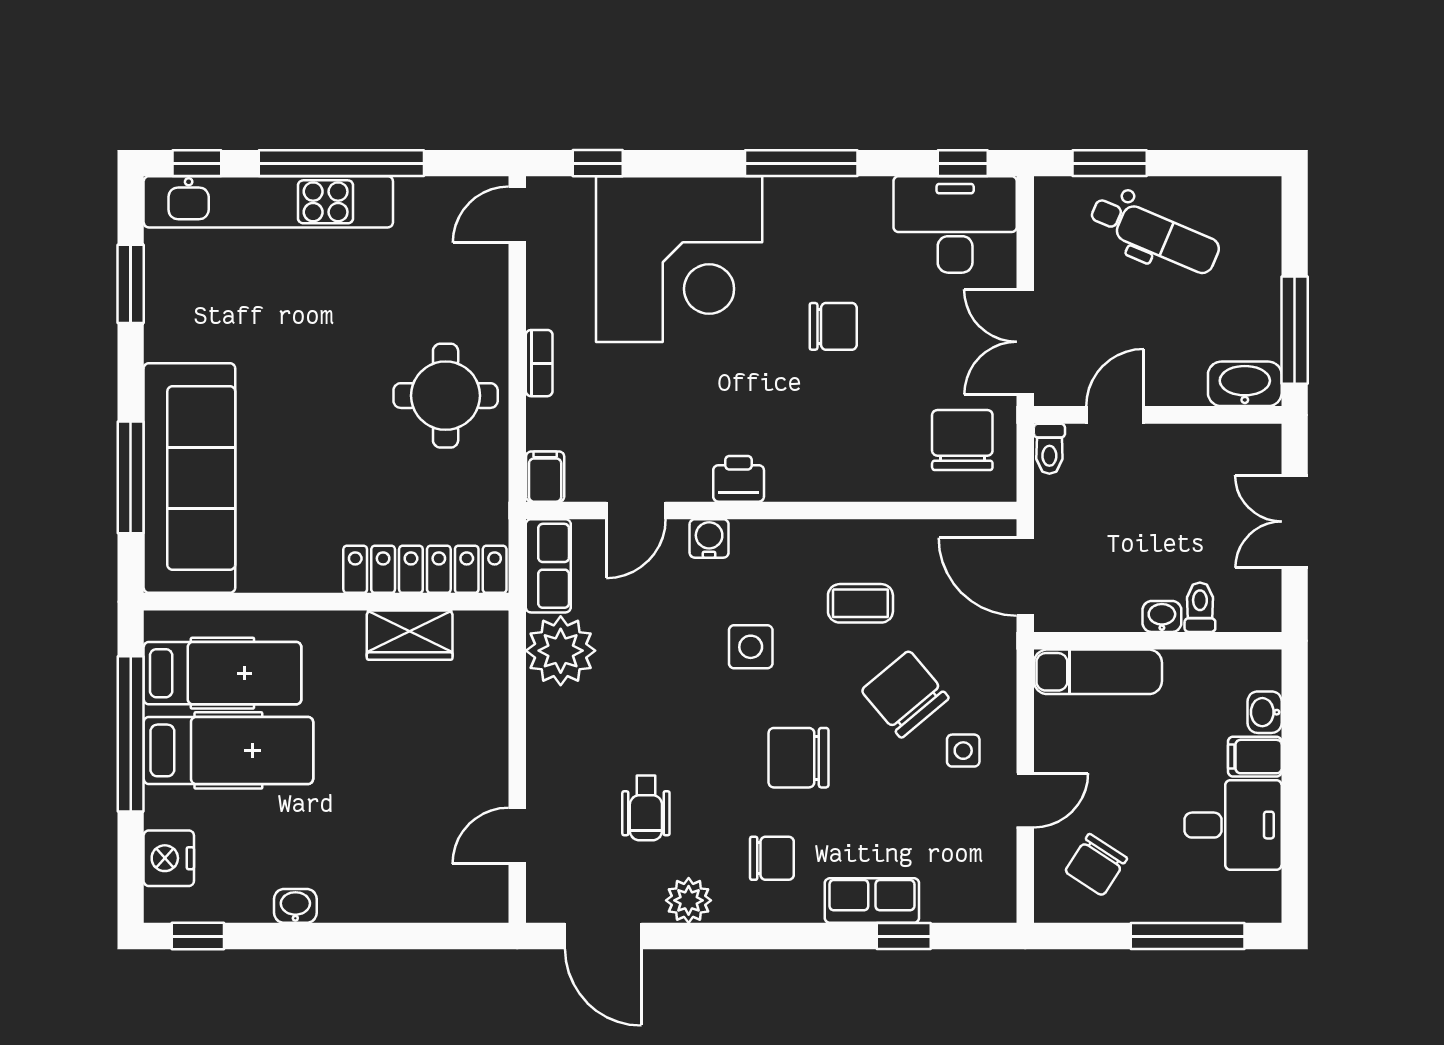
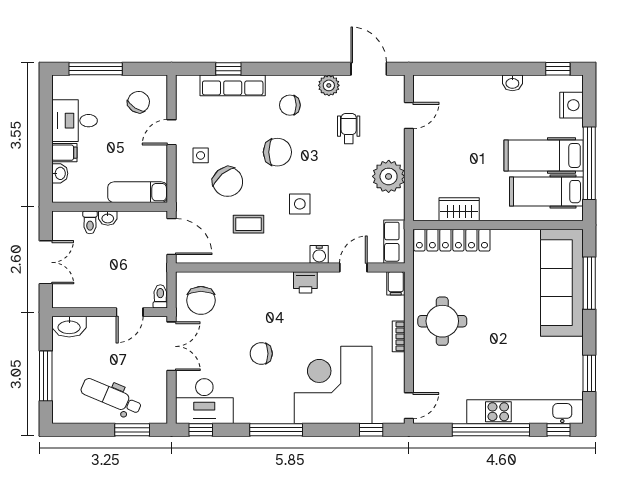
window: (1295, 330) -> (46, 376), moved
plant: (561, 651) -> (389, 176), moved
row of seats: (872, 901) -> (233, 85), width x1.48

